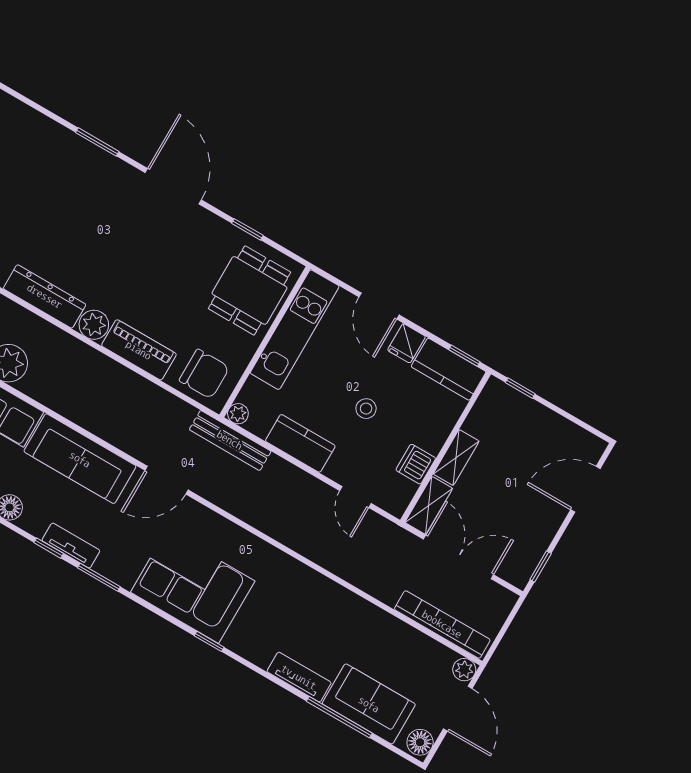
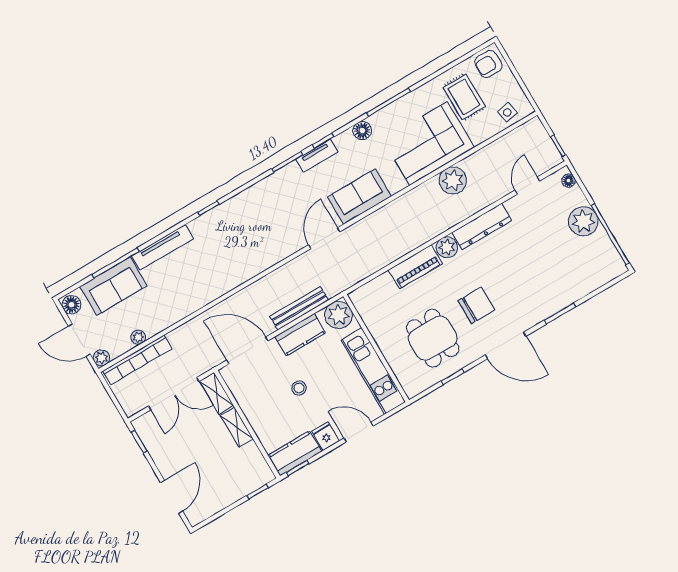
dining table: (249, 290) -> (433, 338), moved
chair: (204, 374) -> (476, 305), moved, turned 180
plant: (238, 414) -> (338, 315), width x1.88, depth x1.88
bench: (230, 440) -> (299, 308), moved
sofa: (80, 459) -> (359, 197), width x0.73
dishwasher: (416, 464) -> (247, 400), removed
door: (355, 497) -> (247, 350), width x1.88
corner sofa: (193, 587) -> (248, 217), removed
plant: (414, 639) -> (138, 337), added
tv unit: (299, 677) -> (162, 247), width x1.41

